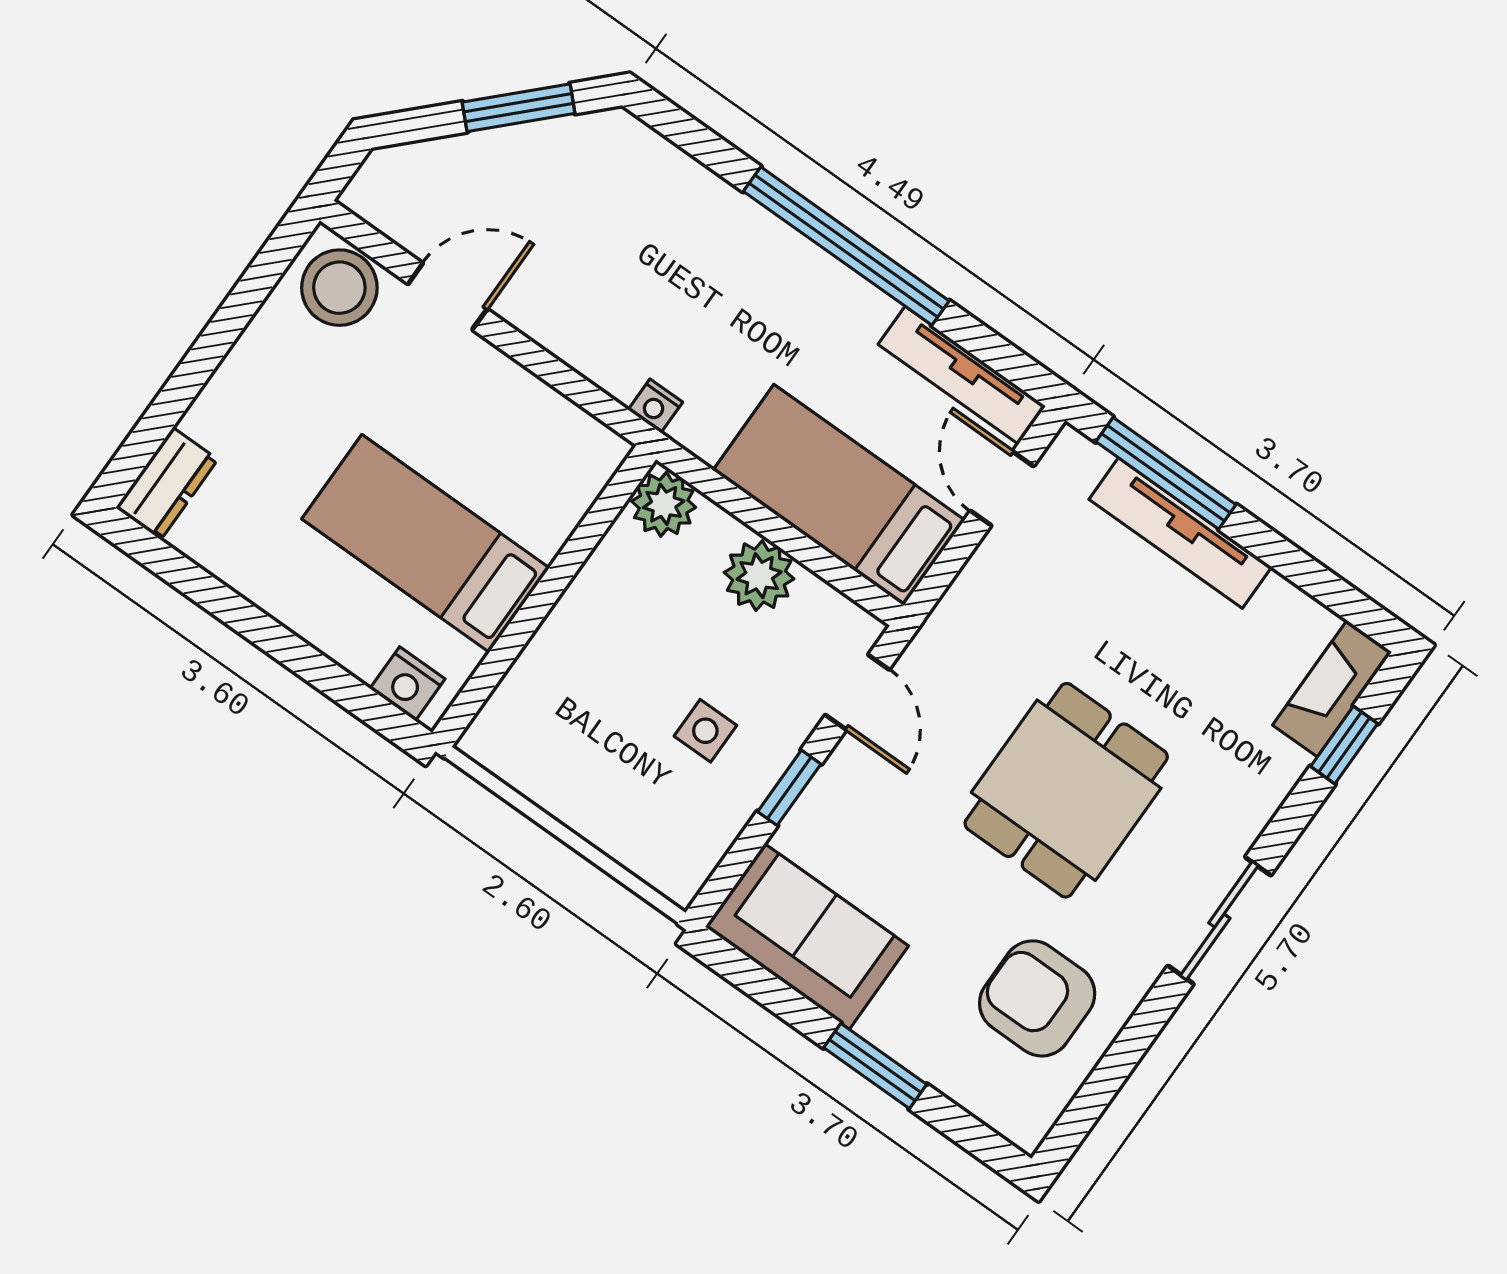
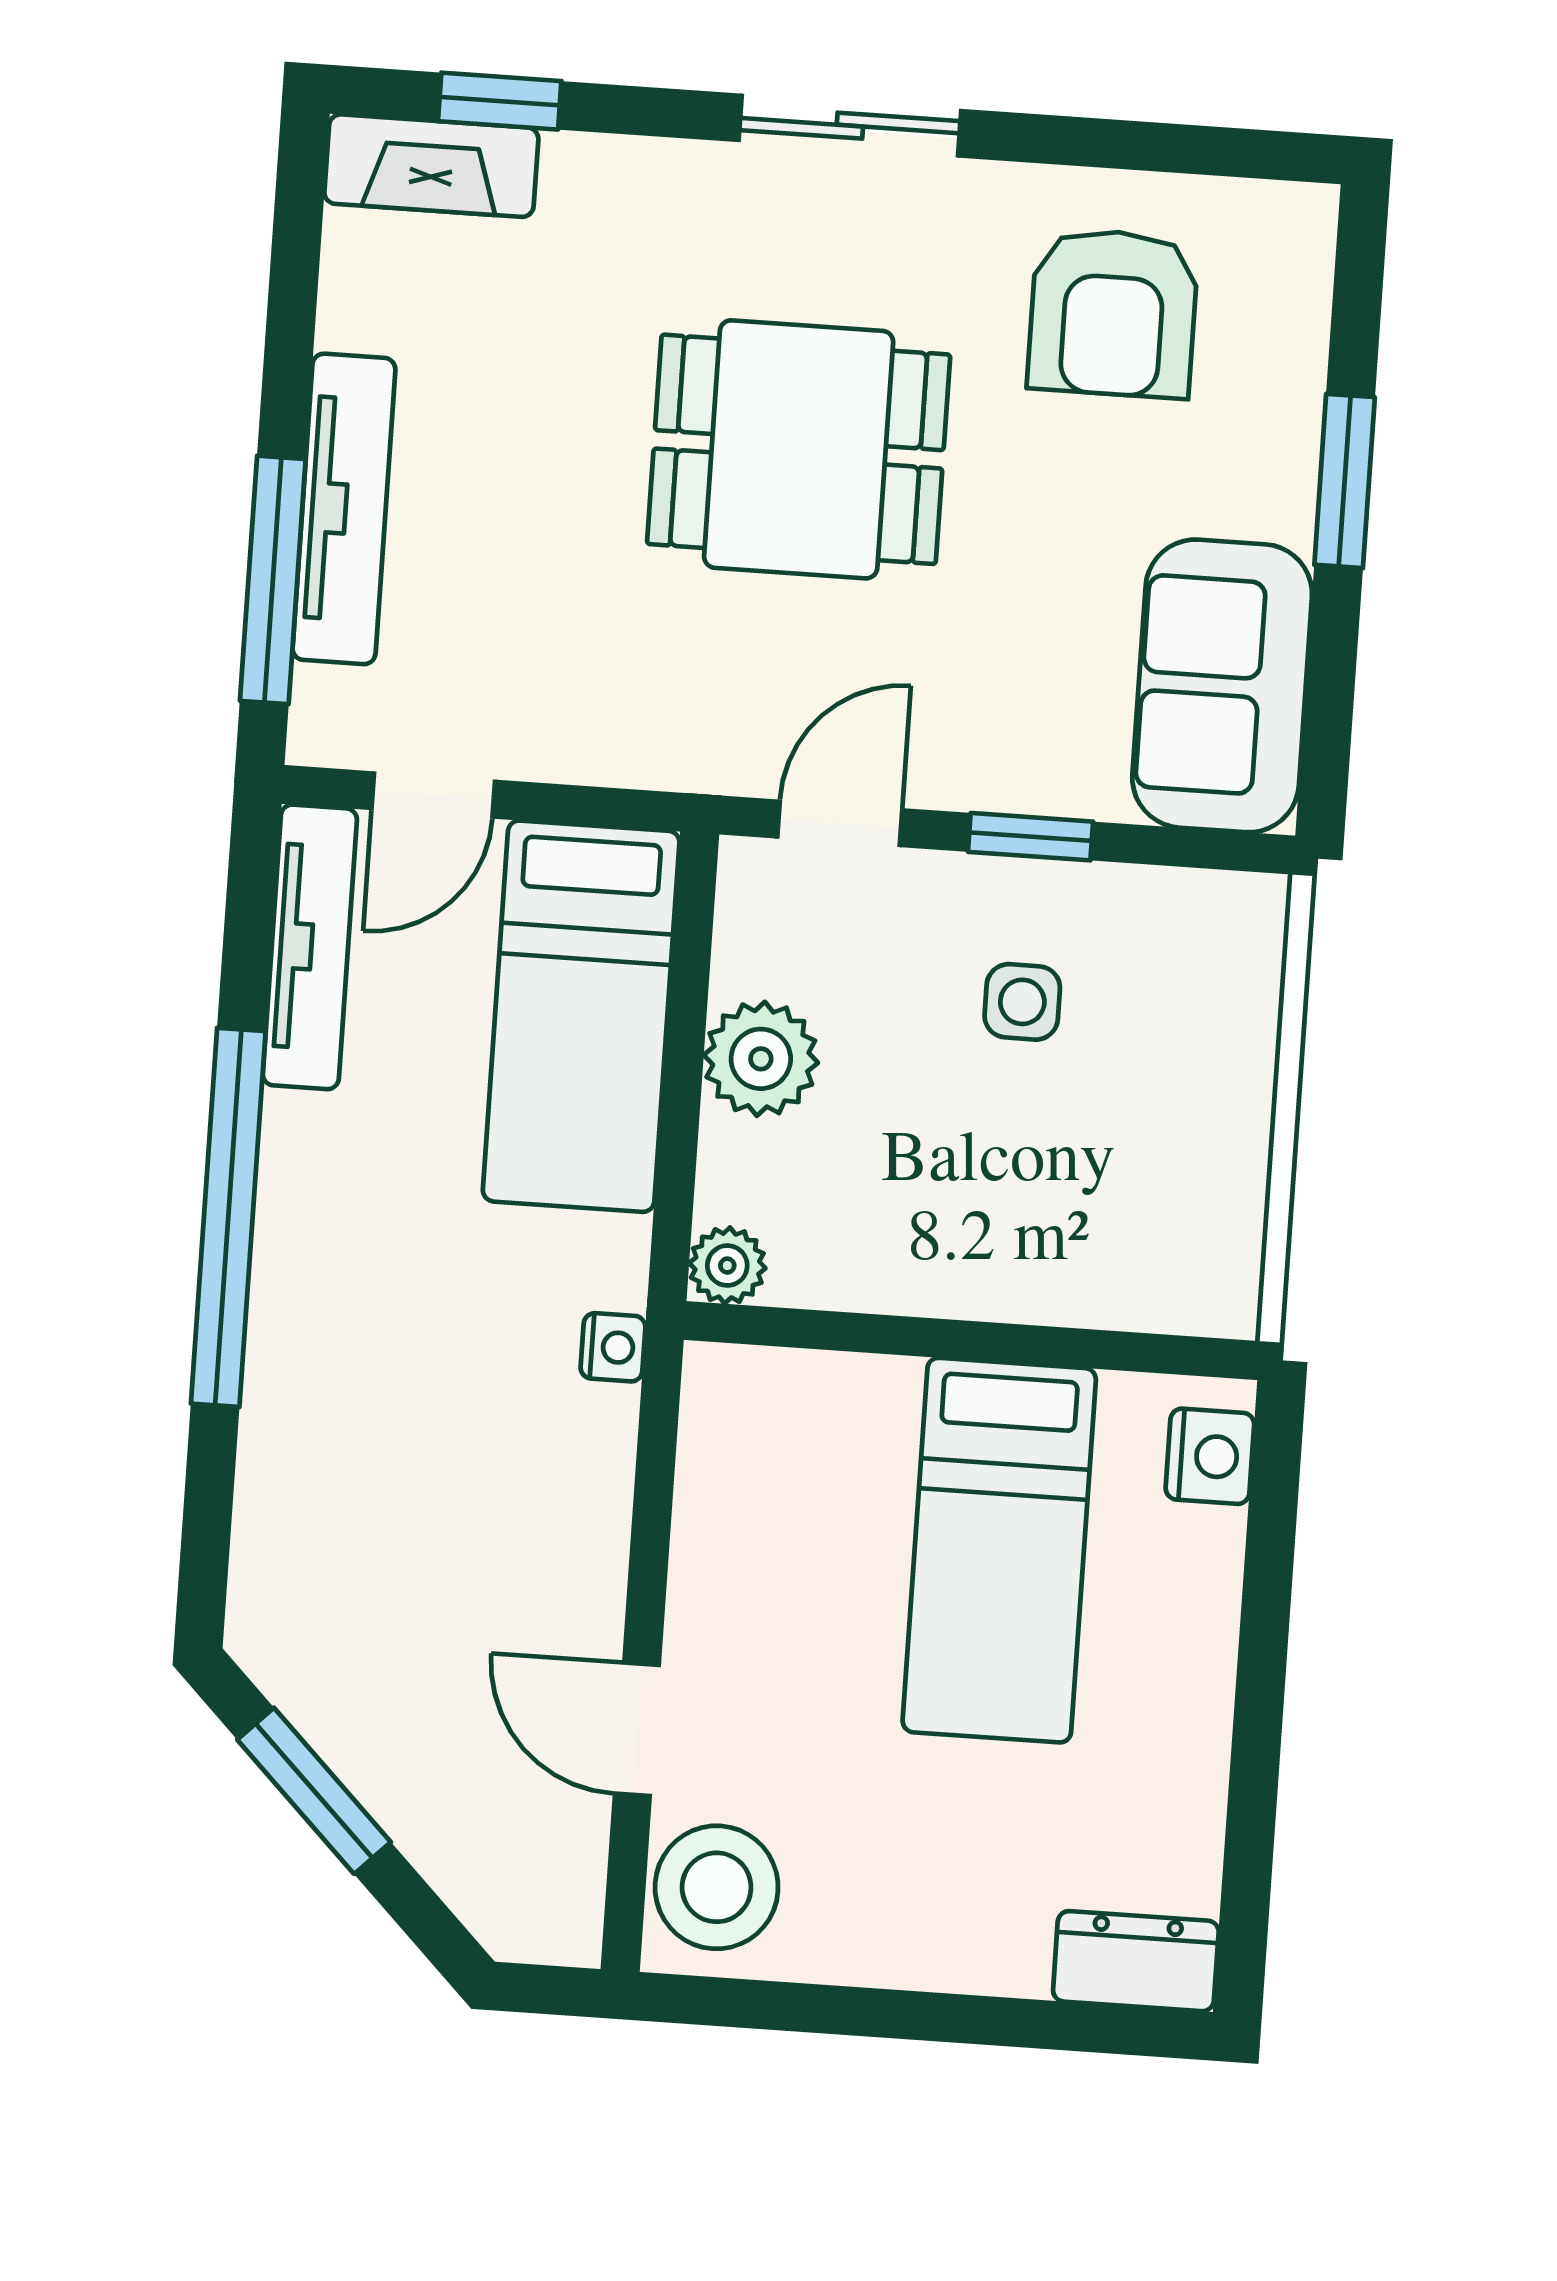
plant: (664, 504) -> (727, 1266), width x0.73, depth x0.73

